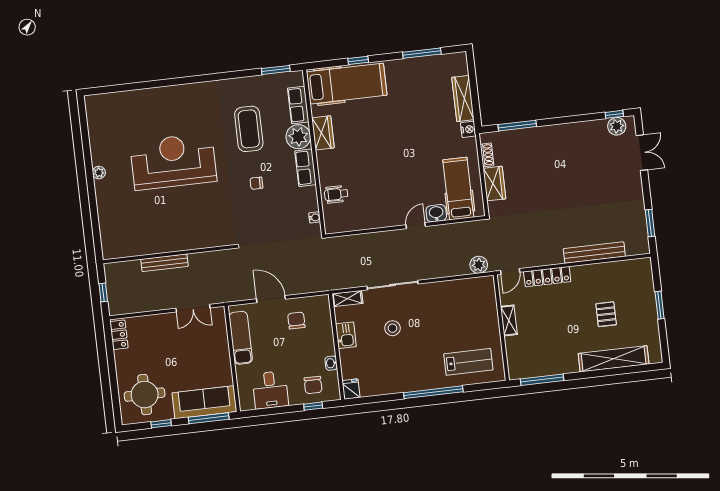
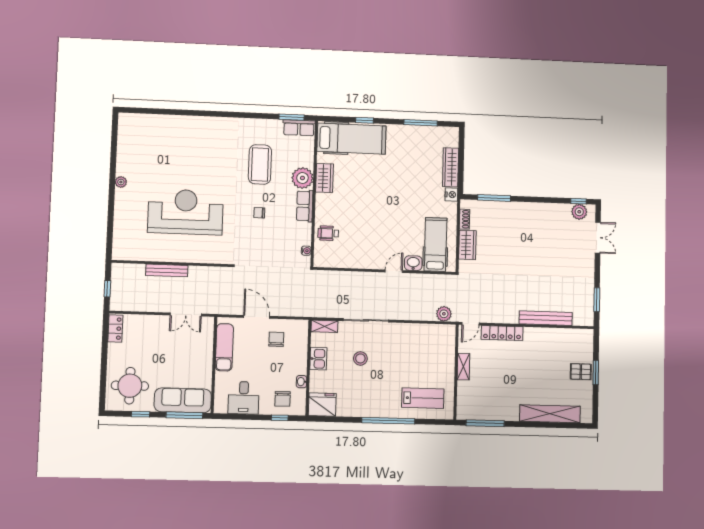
row of seats: (298, 105) -> (299, 128), moved, turned -90
reception desk: (173, 161) -> (186, 212), moved
pallet: (606, 314) -> (581, 372), moved, turned 90
fridge: (351, 389) -> (322, 405), width x1.88, depth x1.34

